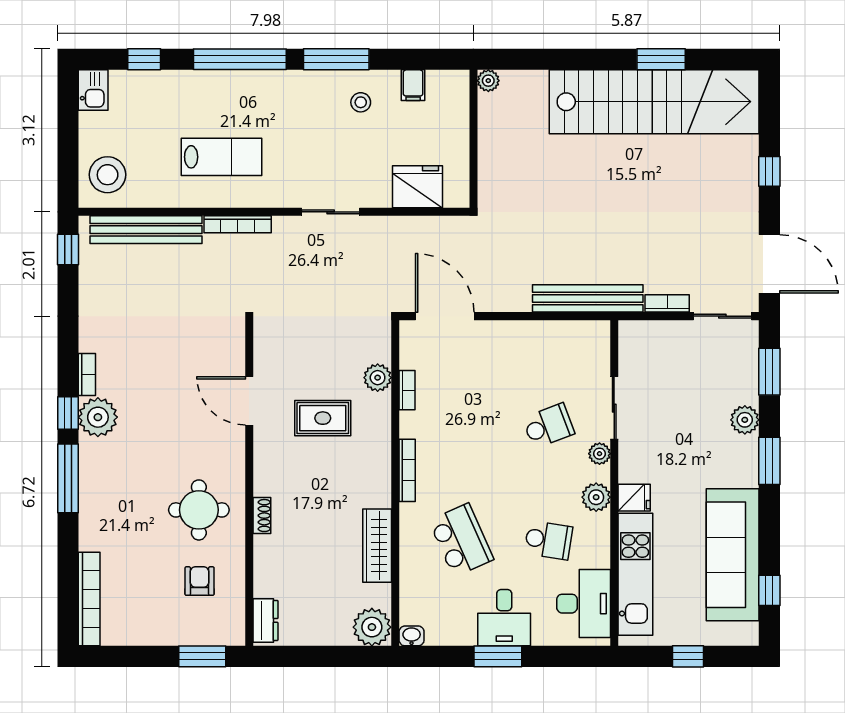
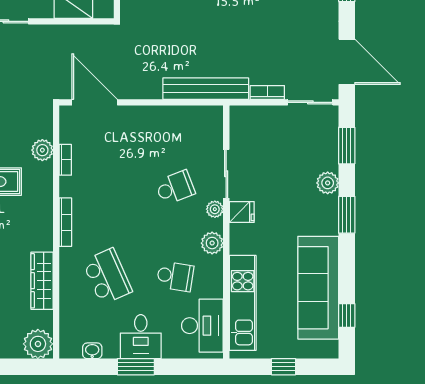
fridge: (634, 498) -> (242, 212), moved
washbasin: (412, 636) -> (92, 351), moved

